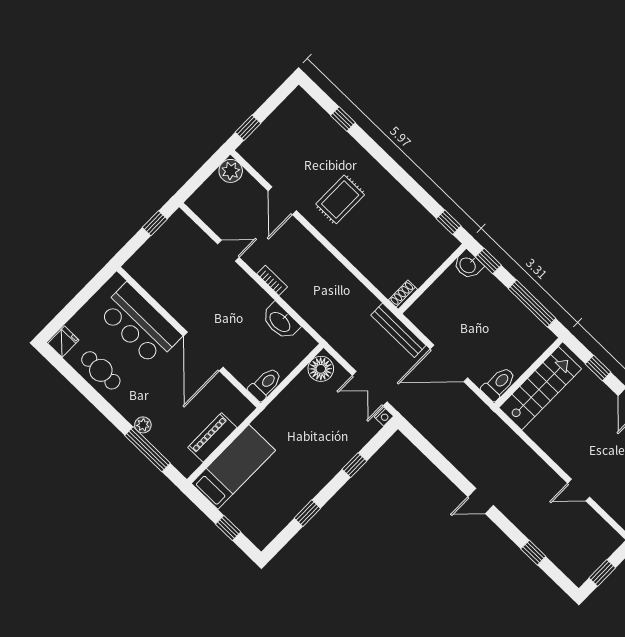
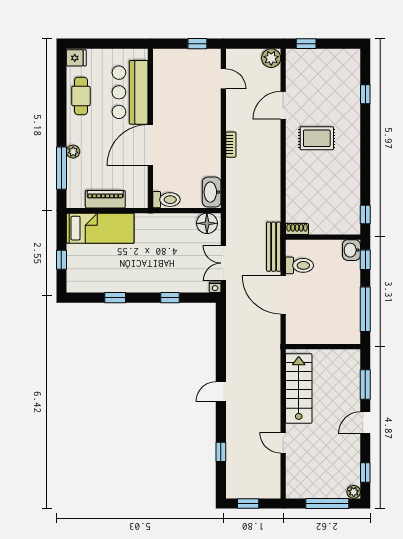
door: (228, 251) -> (223, 79), moved
washbasin: (280, 321) -> (212, 192), moved
window: (598, 368) -> (365, 385), width x1.50
toilet: (499, 384) -> (299, 265), moved
stairs: (540, 388) -> (299, 388), moved, turned -90
door: (481, 501) -> (221, 392), hinge flipped

